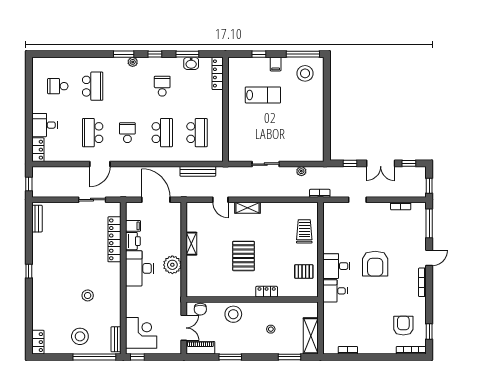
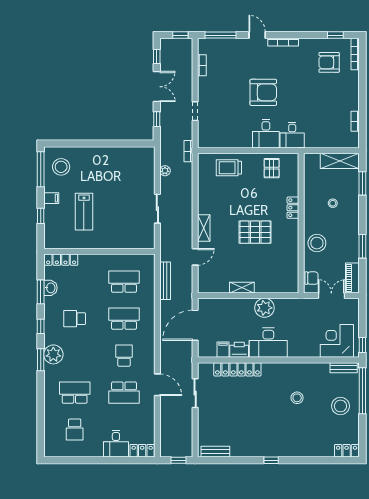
plant: (133, 62) -> (53, 354), width x1.88, depth x1.88
lab bench: (263, 95) -> (84, 212), turned 180
school desk: (127, 133) -> (124, 356), turned 90

